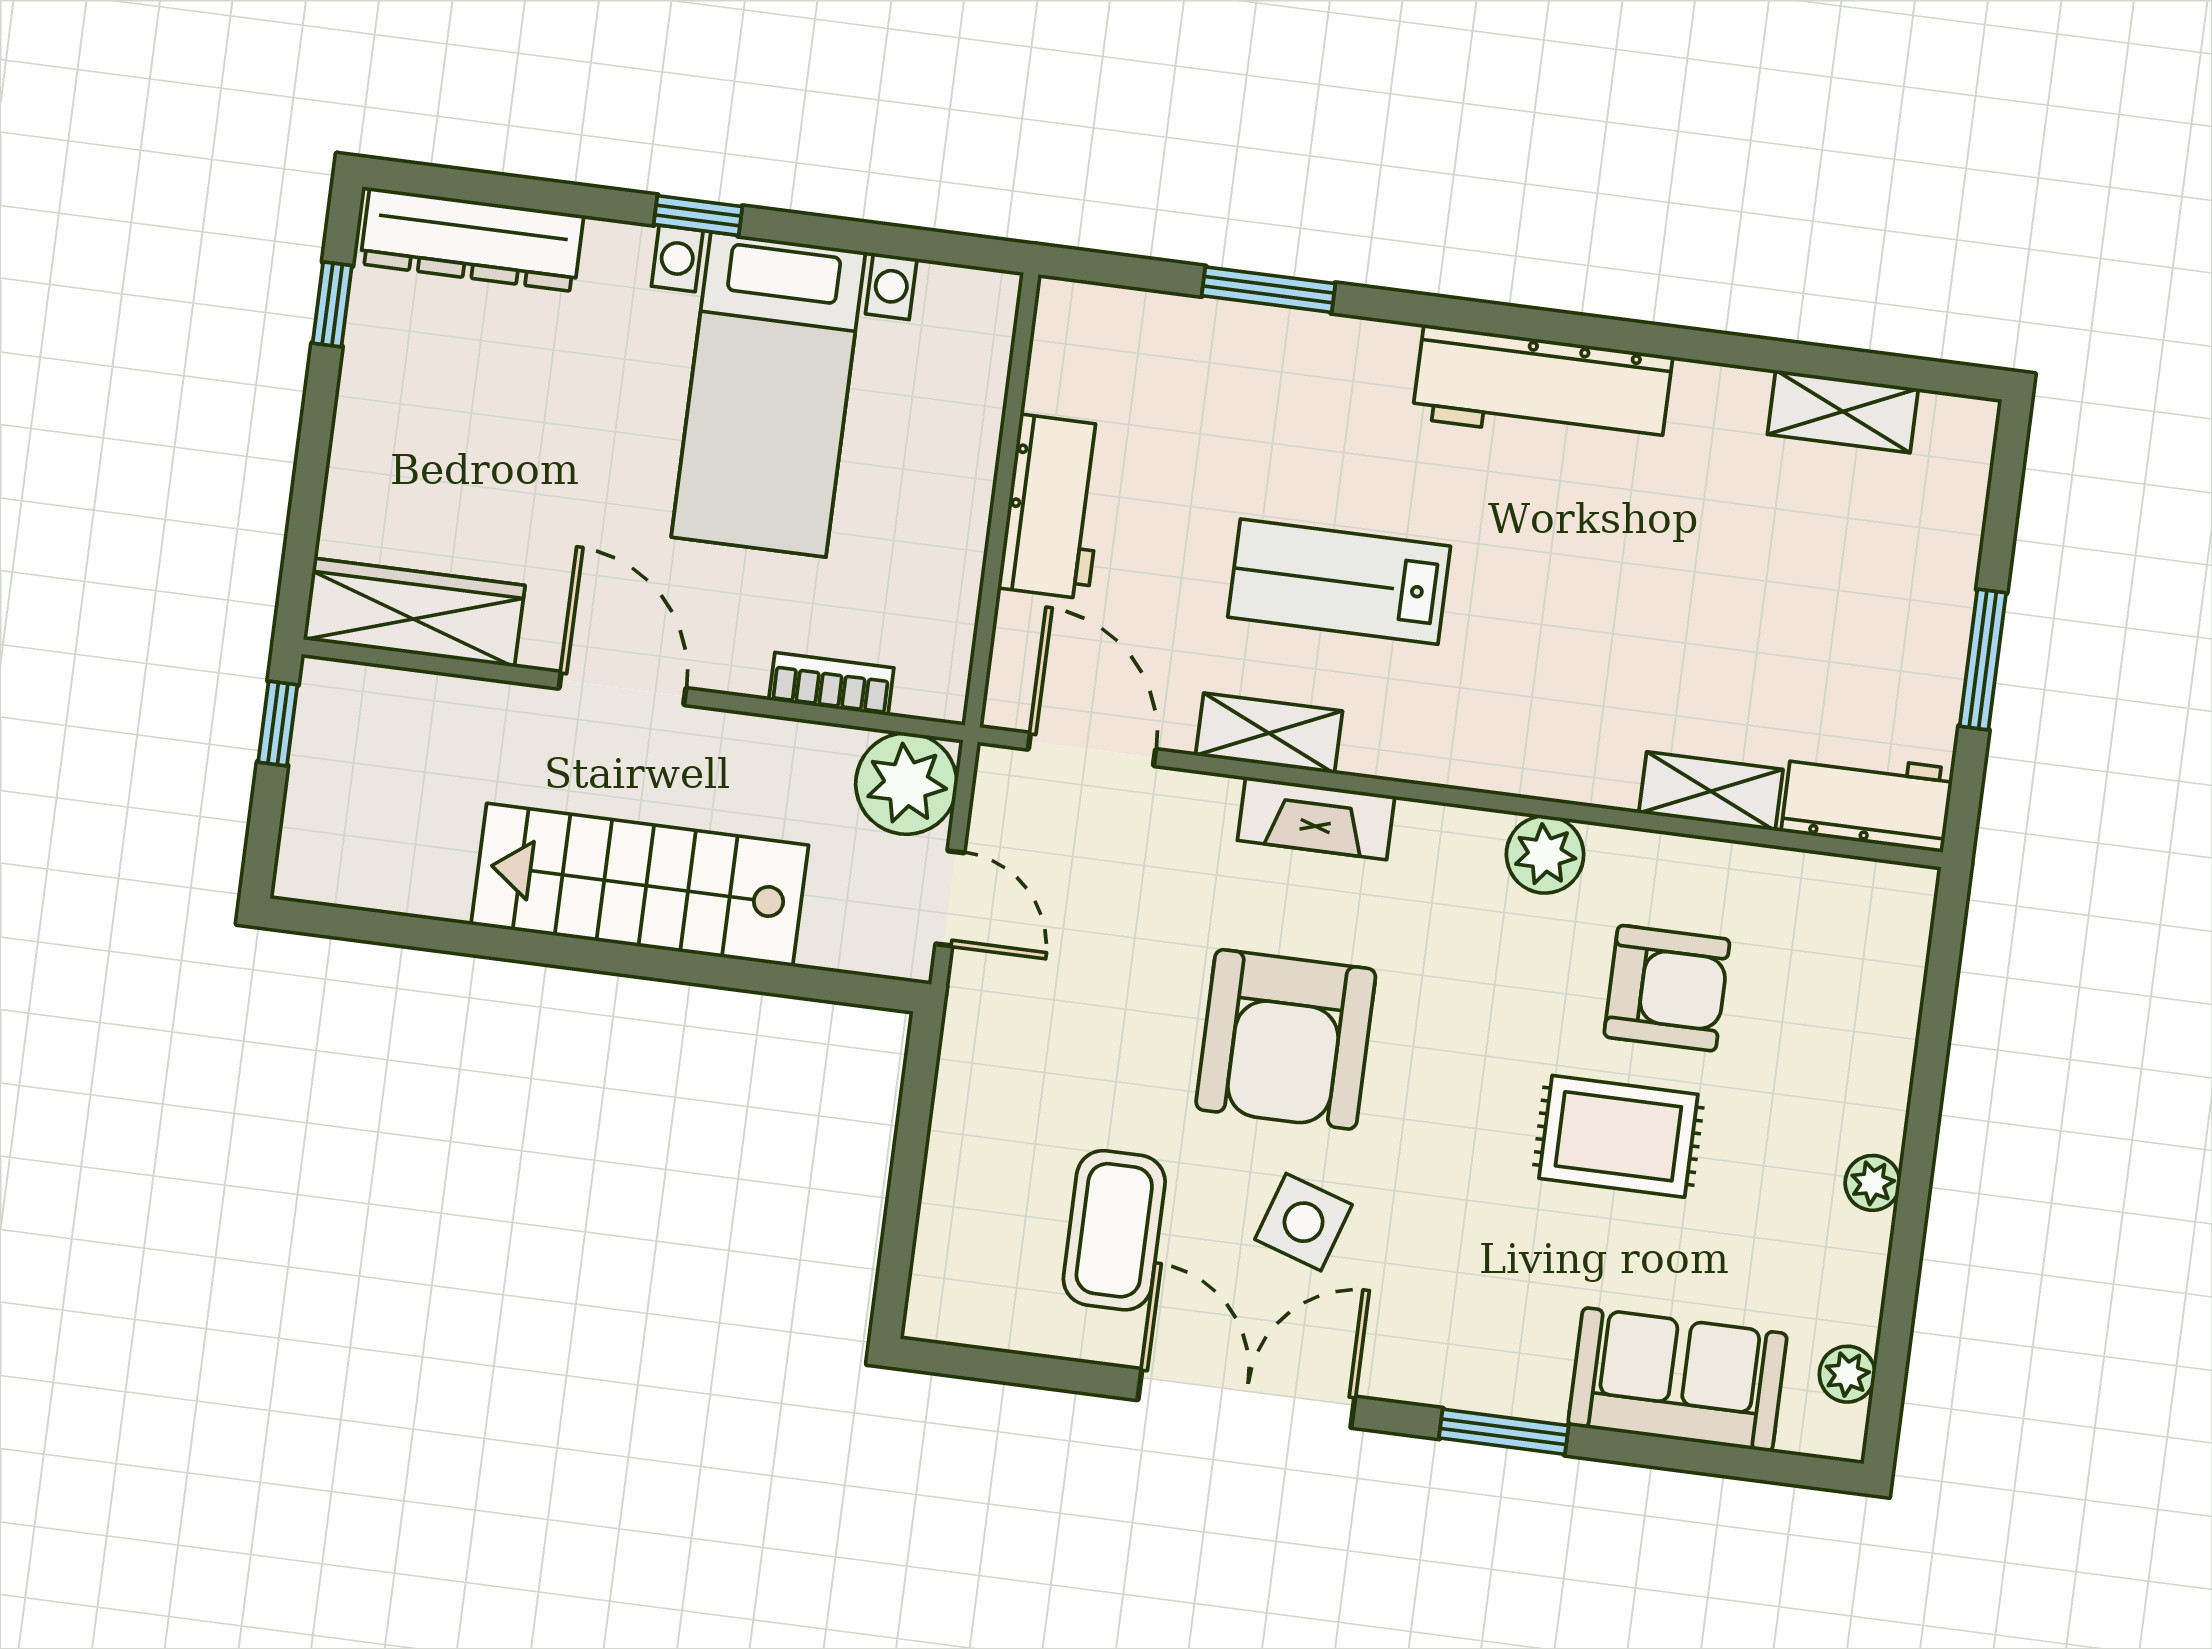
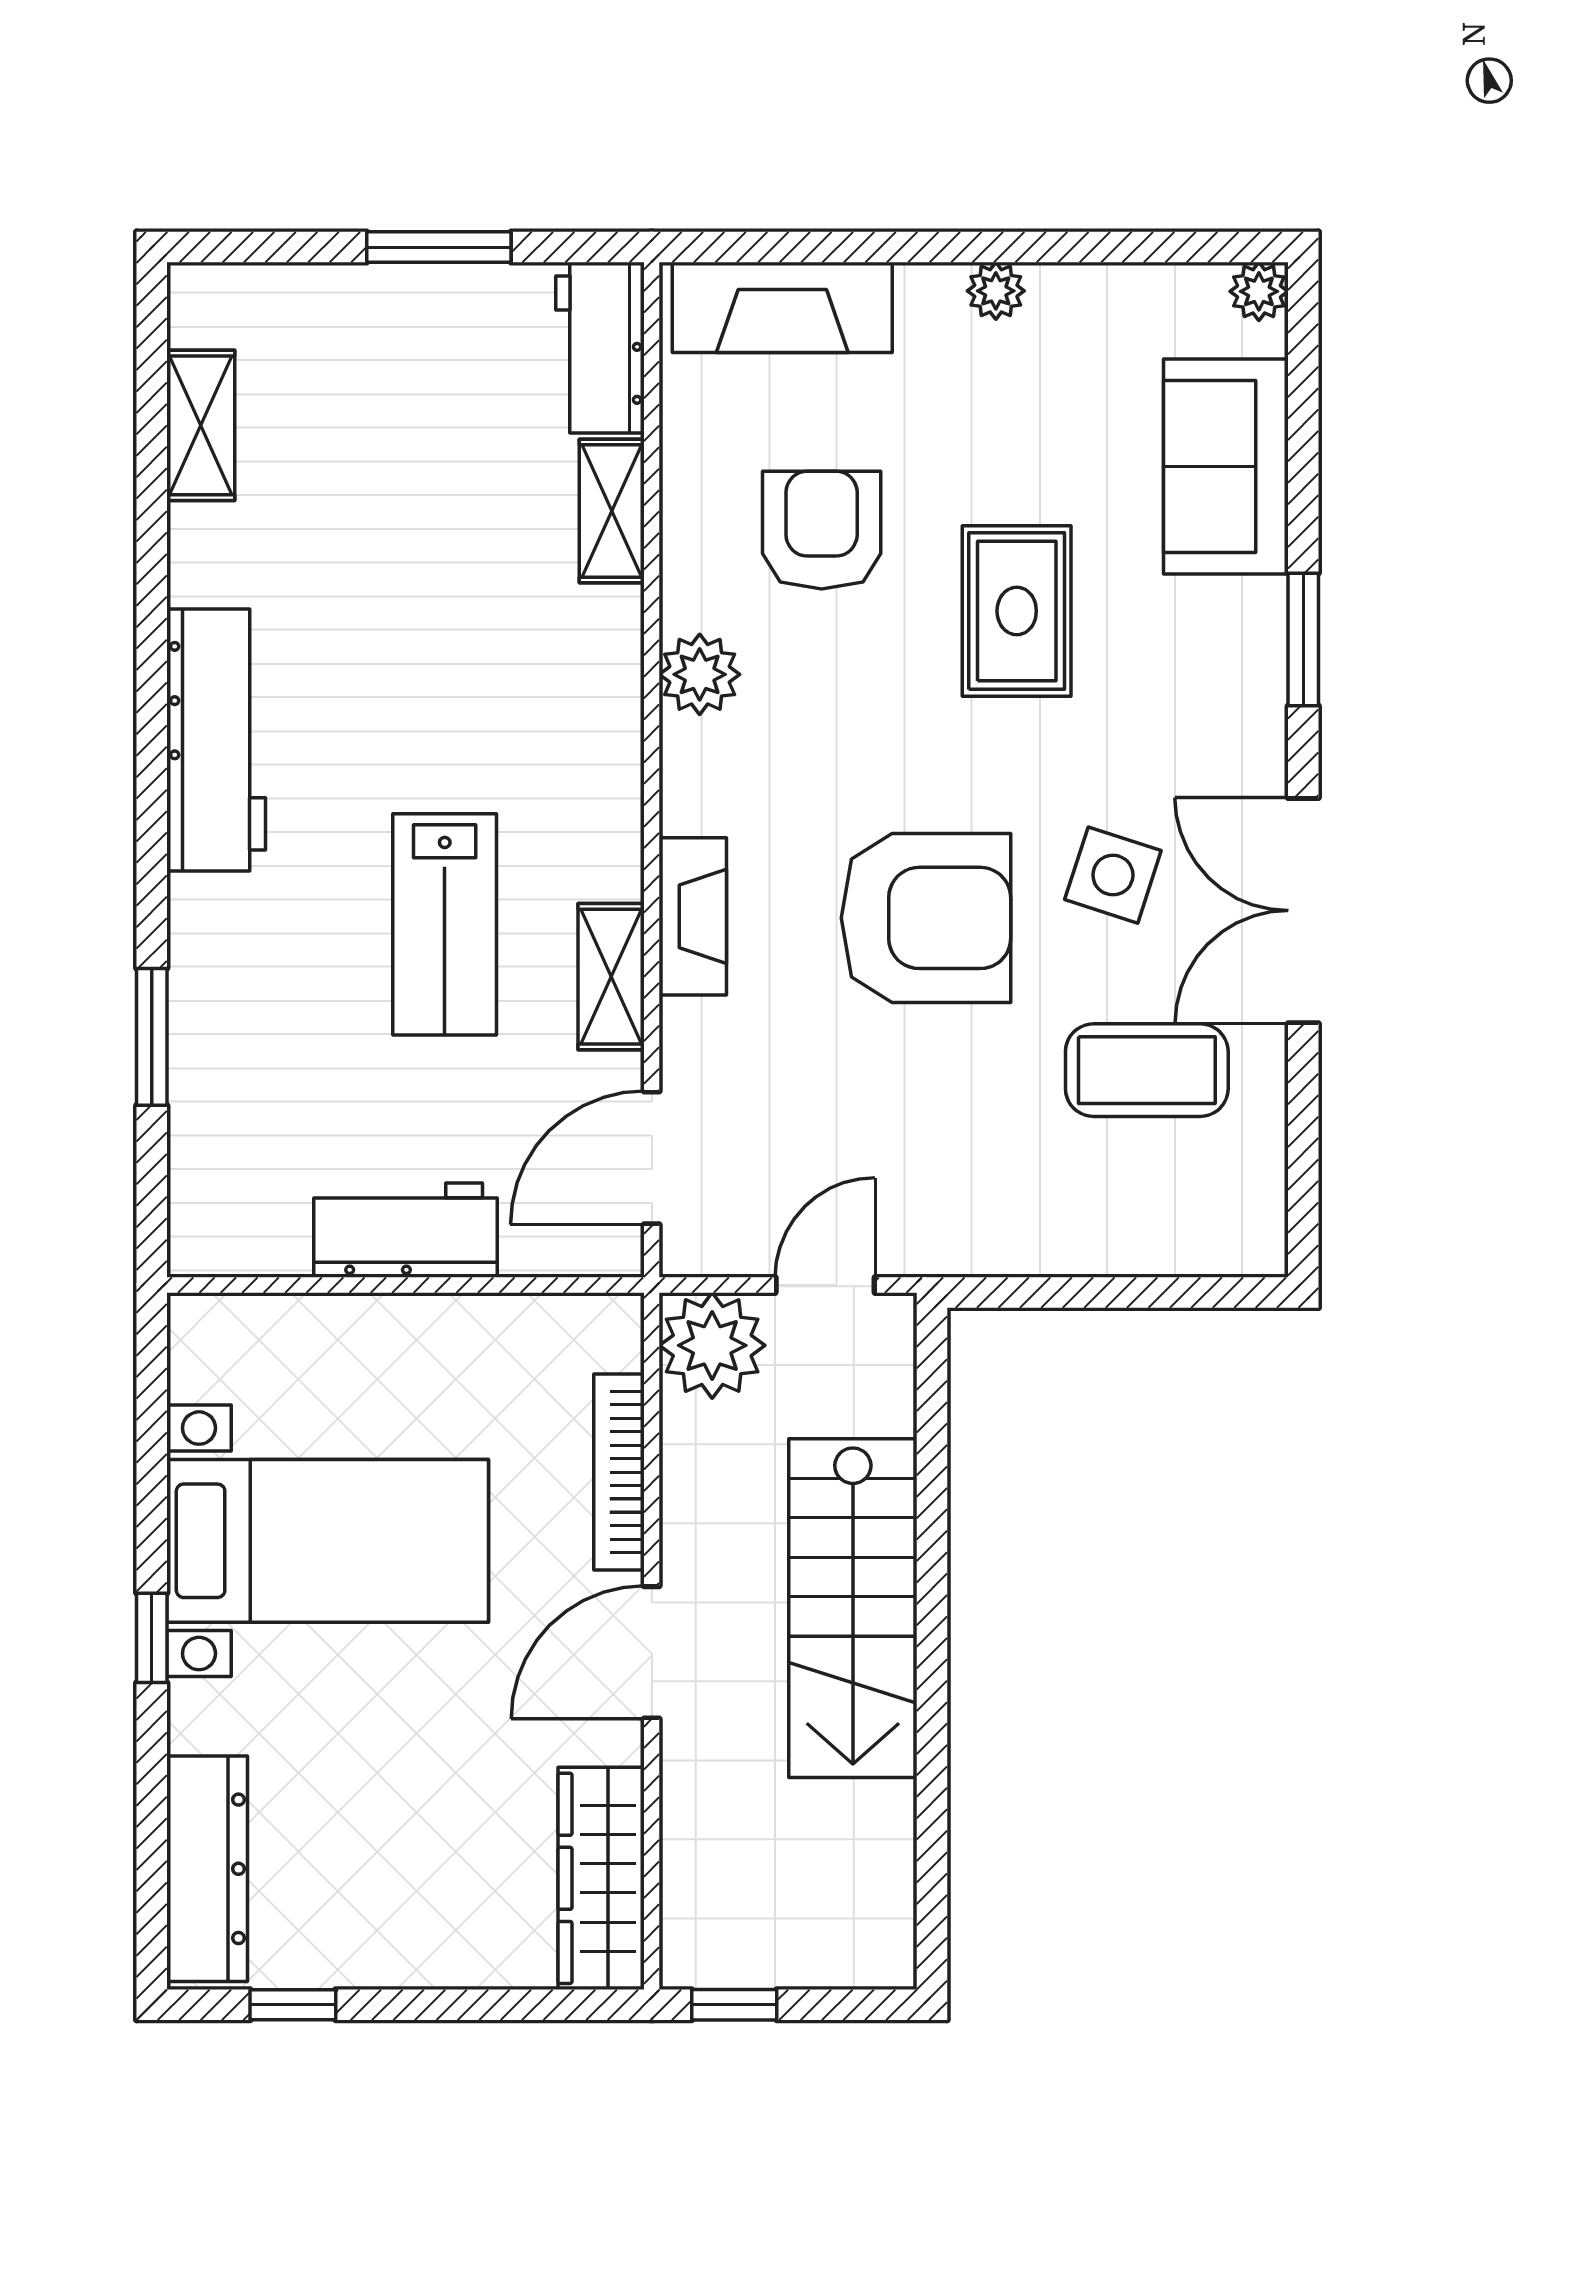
bookcase: (831, 684) -> (619, 1472), width x1.56
fireplace: (1883, 978) -> (782, 307), added
rug: (1618, 1136) -> (1017, 611), moved
plant: (1847, 1374) -> (1259, 291), moved

